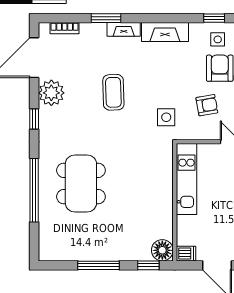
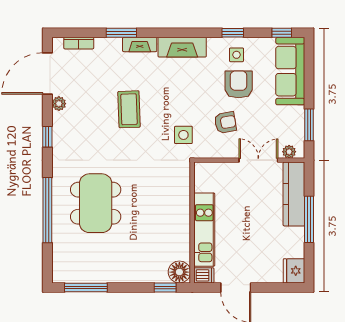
plant: (51, 93) -> (59, 104), width x0.53, depth x0.53
kitchen unit: (186, 179) -> (204, 230), moved
window: (98, 265) -> (86, 287), moved

